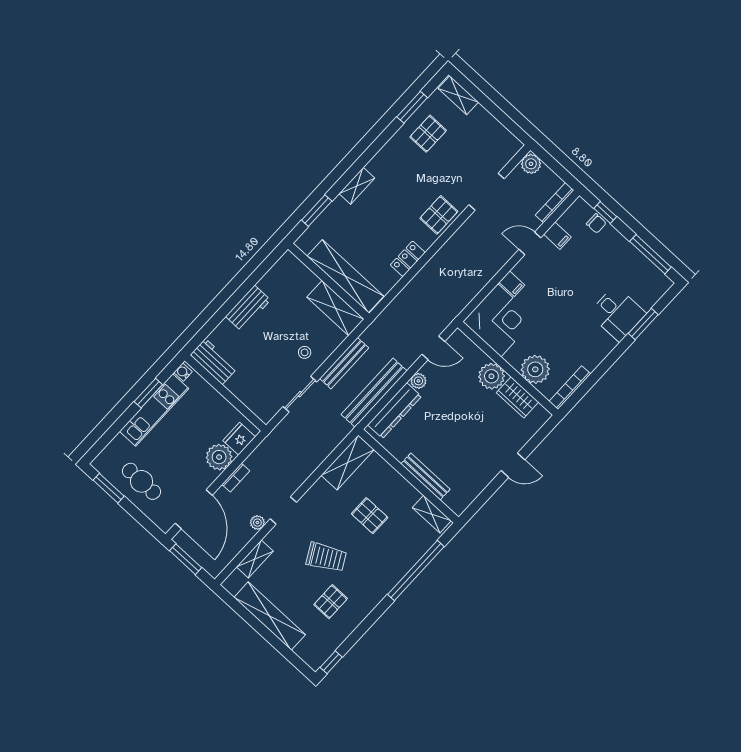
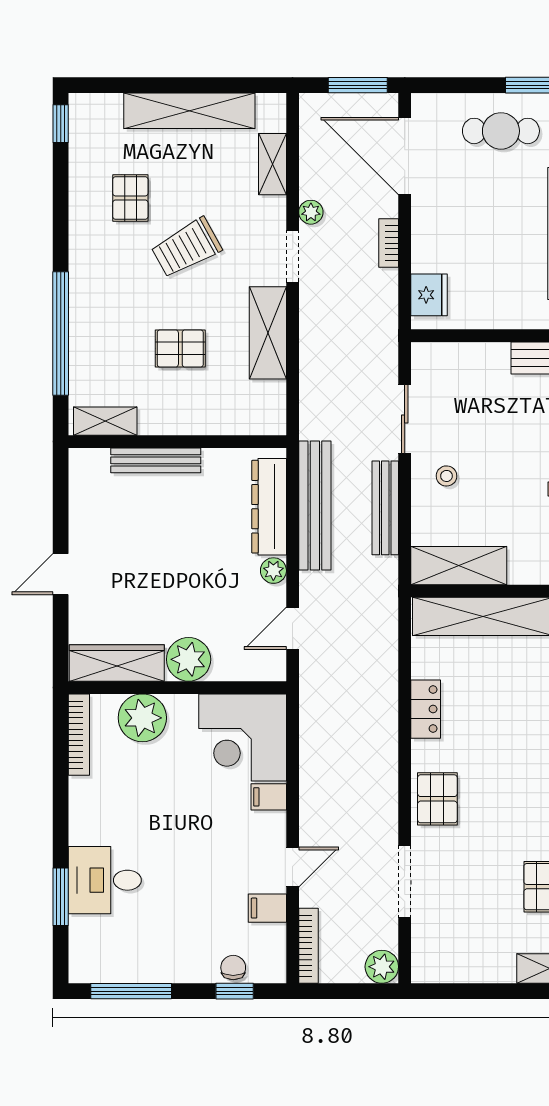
chair: (596, 223) -> (233, 968), turned 90
wardrobe: (517, 397) -> (117, 663), width x1.50
plant: (219, 457) -> (433, 249), removed
shelving: (348, 463) -> (268, 333), moved

